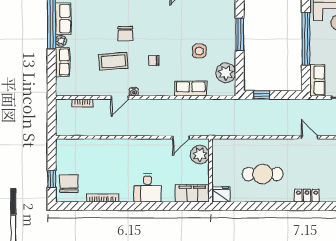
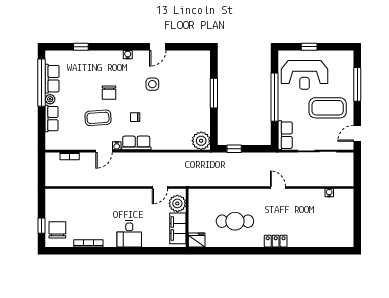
side table: (199, 51) -> (152, 84), moved
plant: (226, 73) -> (201, 141), moved
row of seats: (191, 89) -> (136, 143), moved
filing cabinet: (192, 193) -> (178, 228), moved, turned -90

